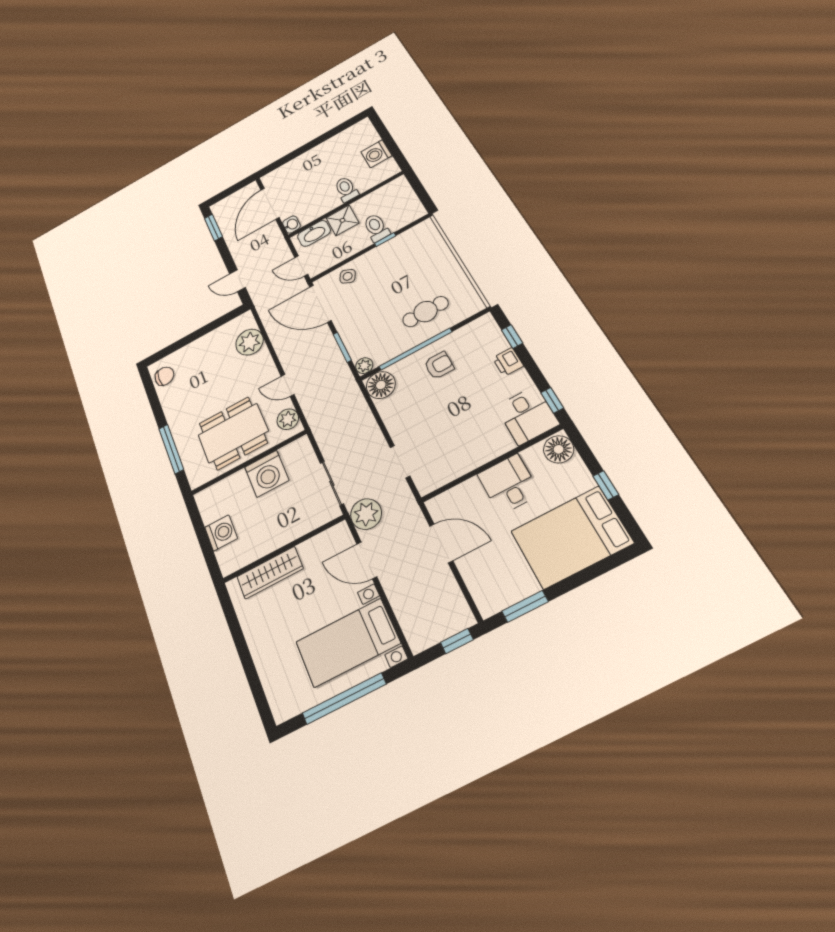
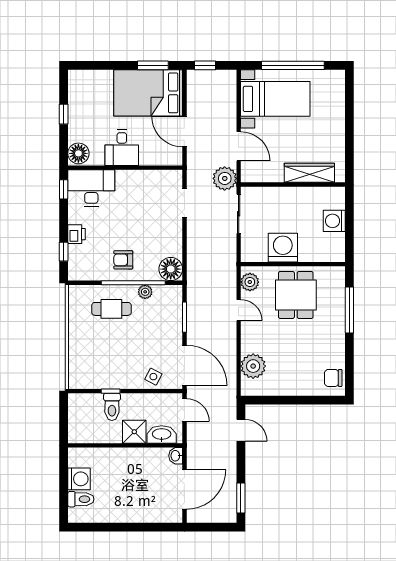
toilet: (346, 189) -> (81, 499), moved, turned -90
plant: (364, 366) -> (145, 292), moved
desk: (527, 415) -> (91, 188), width x1.37
dining table: (233, 433) -> (296, 295), width x0.73
bed: (571, 537) -> (148, 93), moved, turned 180

